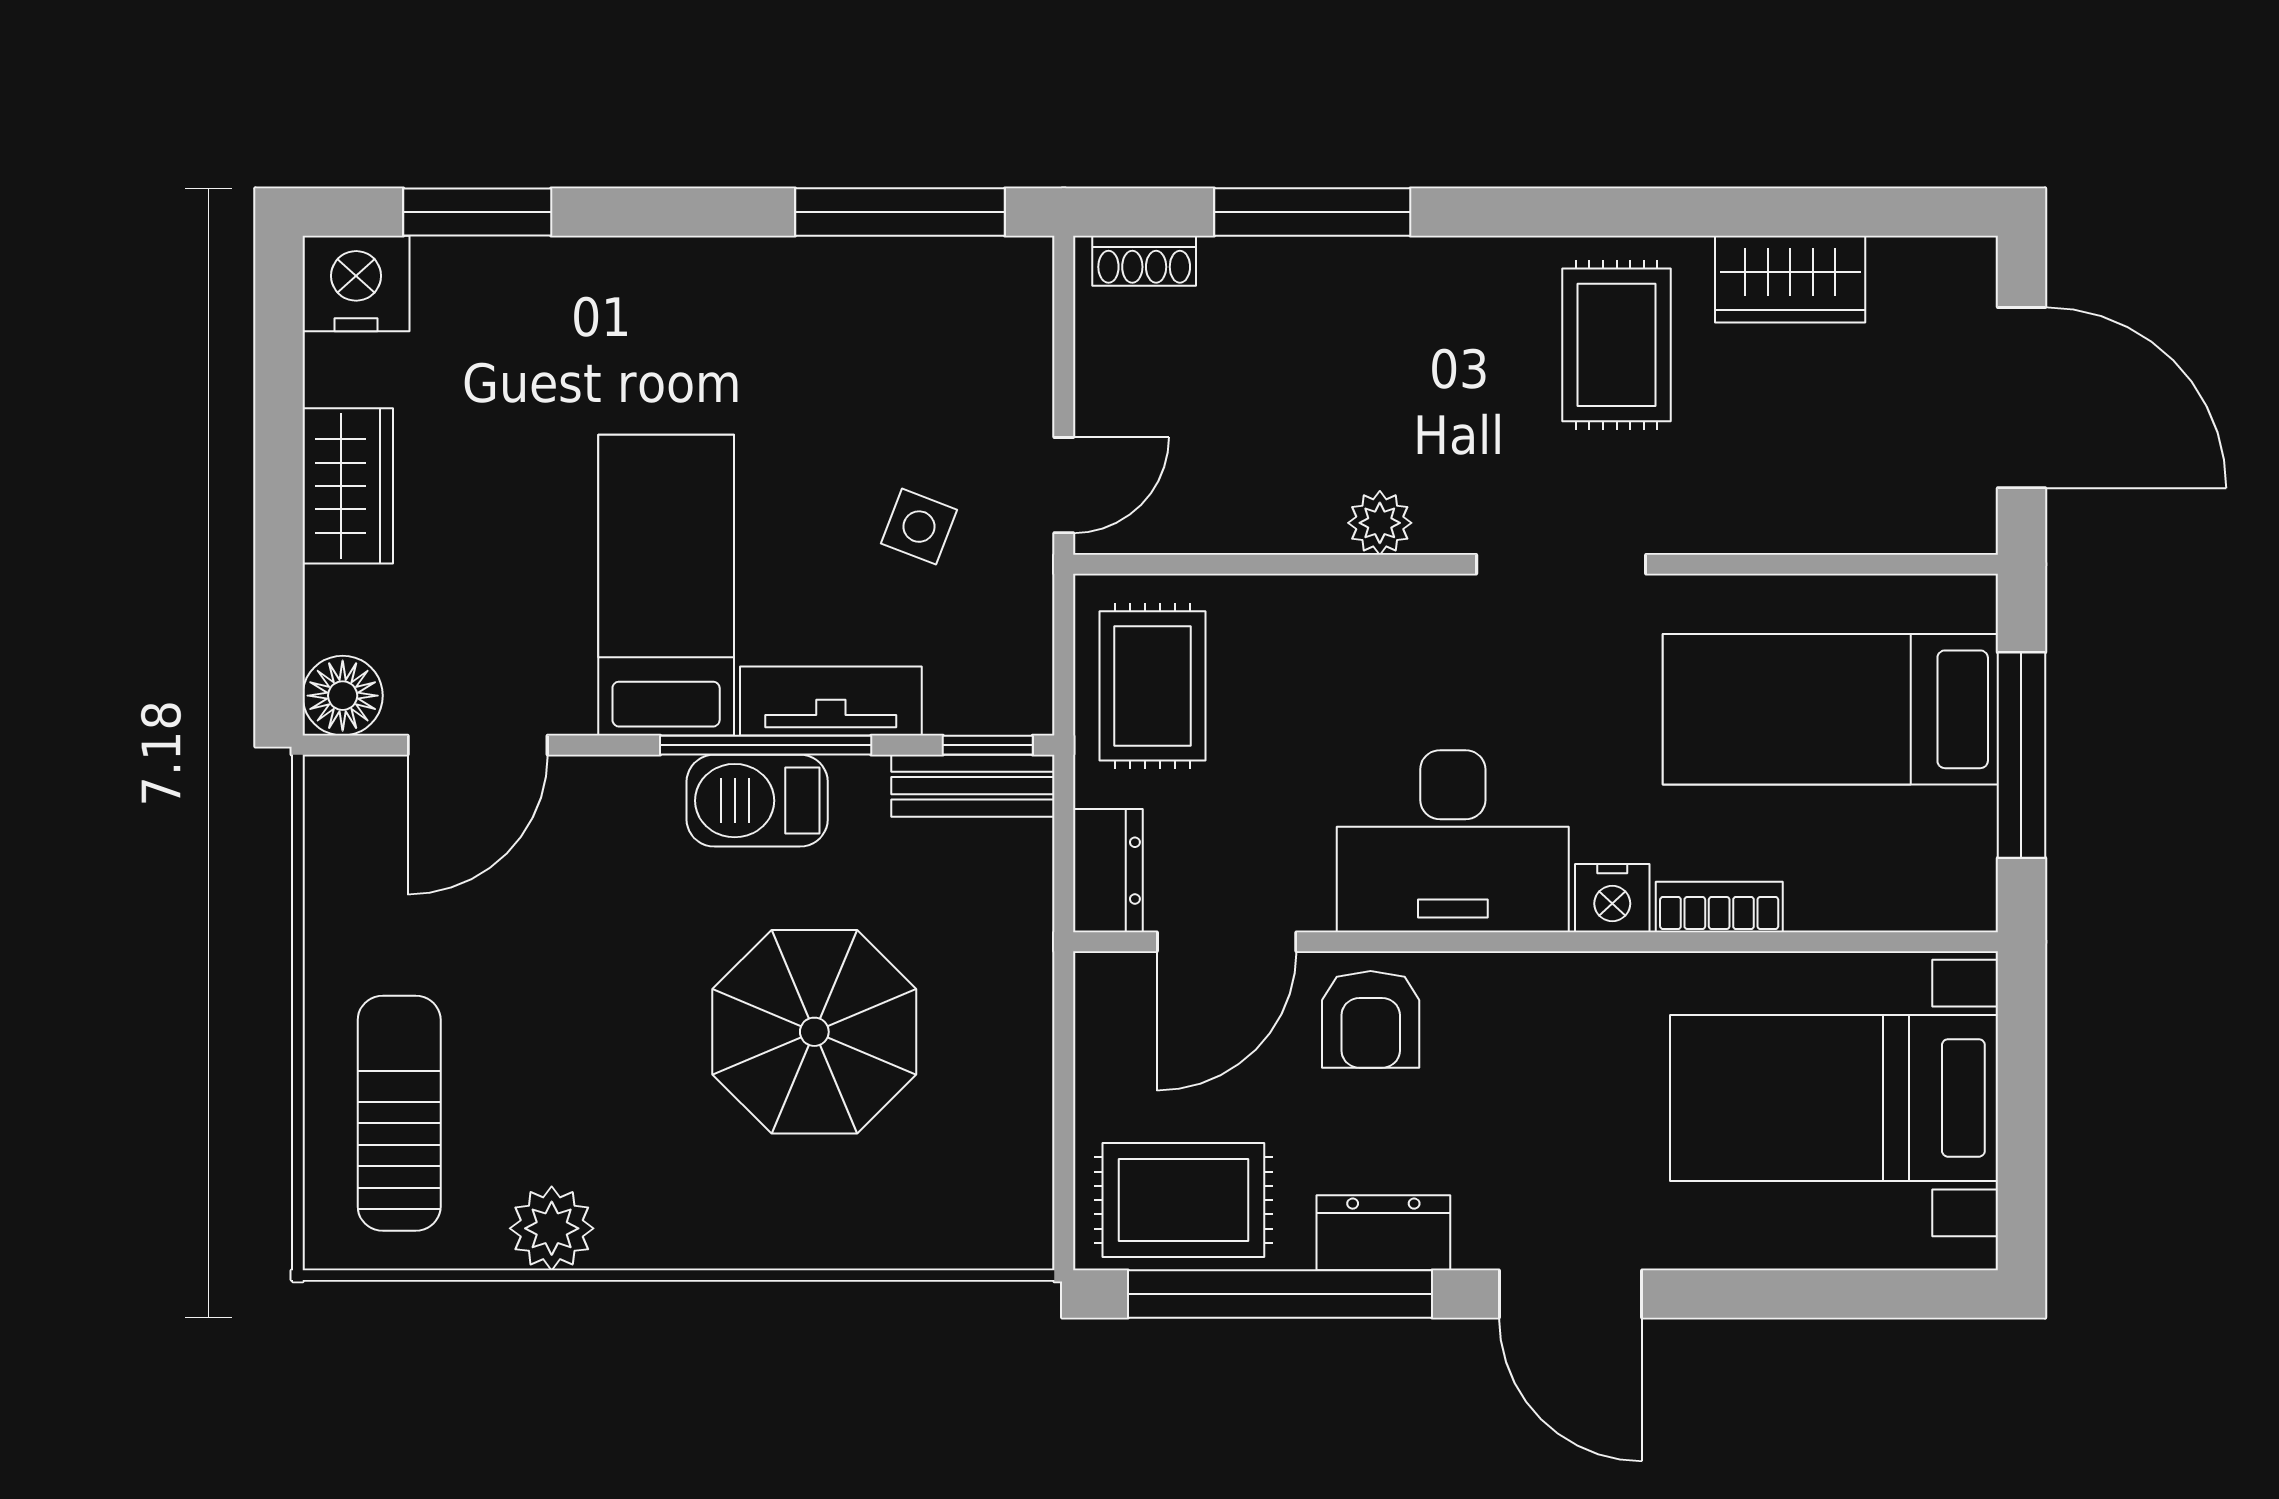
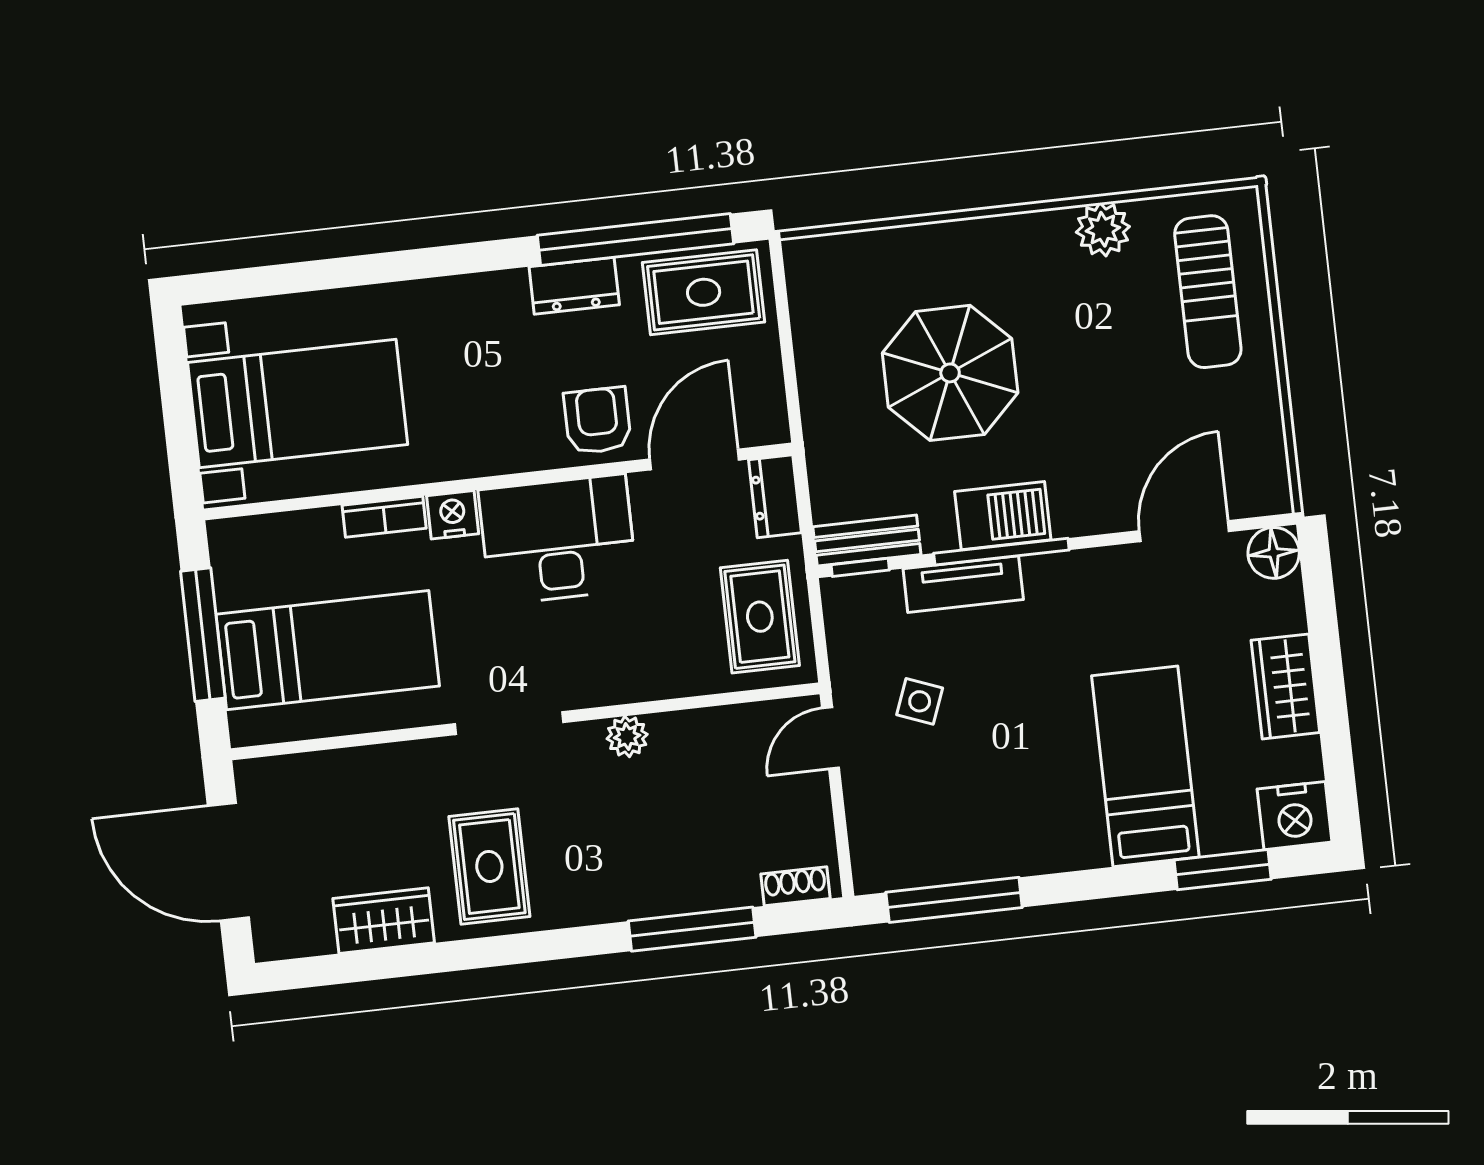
bed: (666, 585) -> (1145, 766), moved, turned 180
door: (1571, 1294) -> (451, 260), removed

